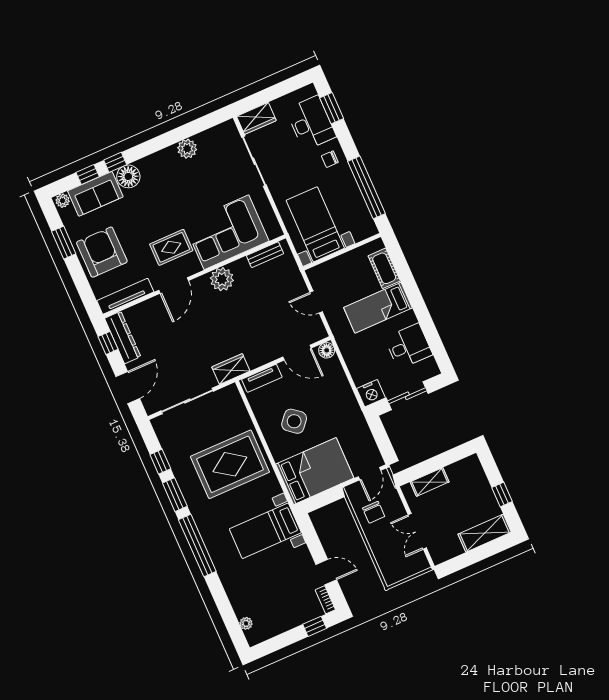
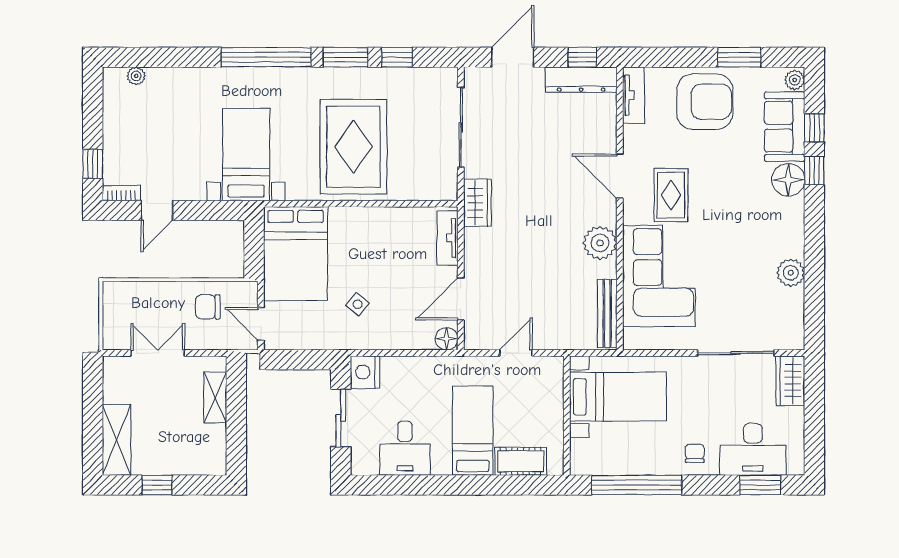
bench: (265, 255) -> (607, 313), width x1.36
tv unit: (125, 296) -> (633, 95), width x0.71
door: (128, 388) -> (513, 57), swing flipped
side table: (294, 421) -> (358, 304), moved, width x0.54, depth x0.54

